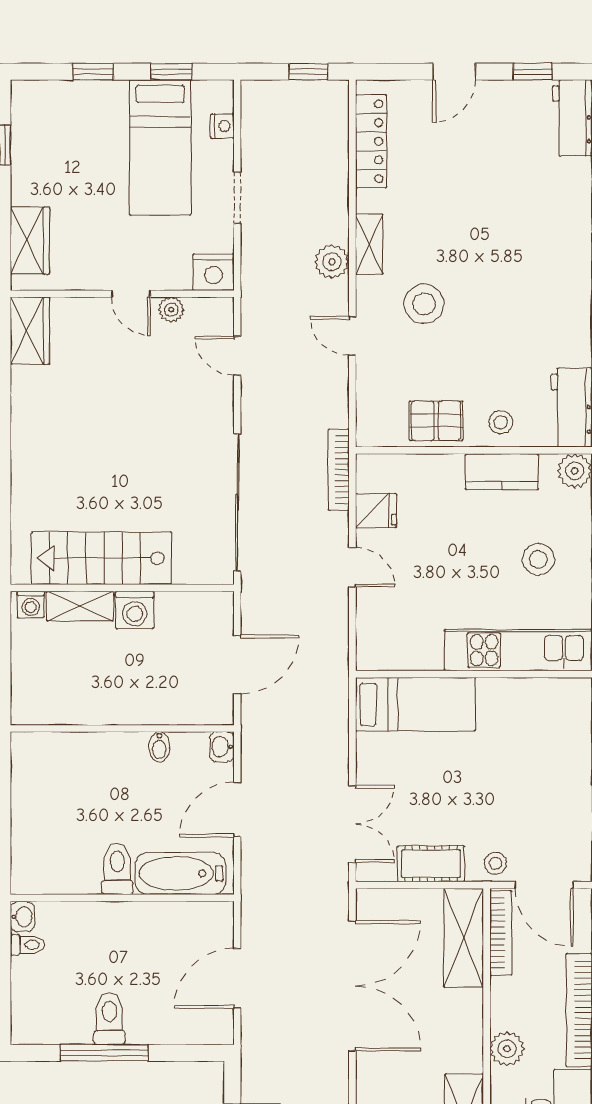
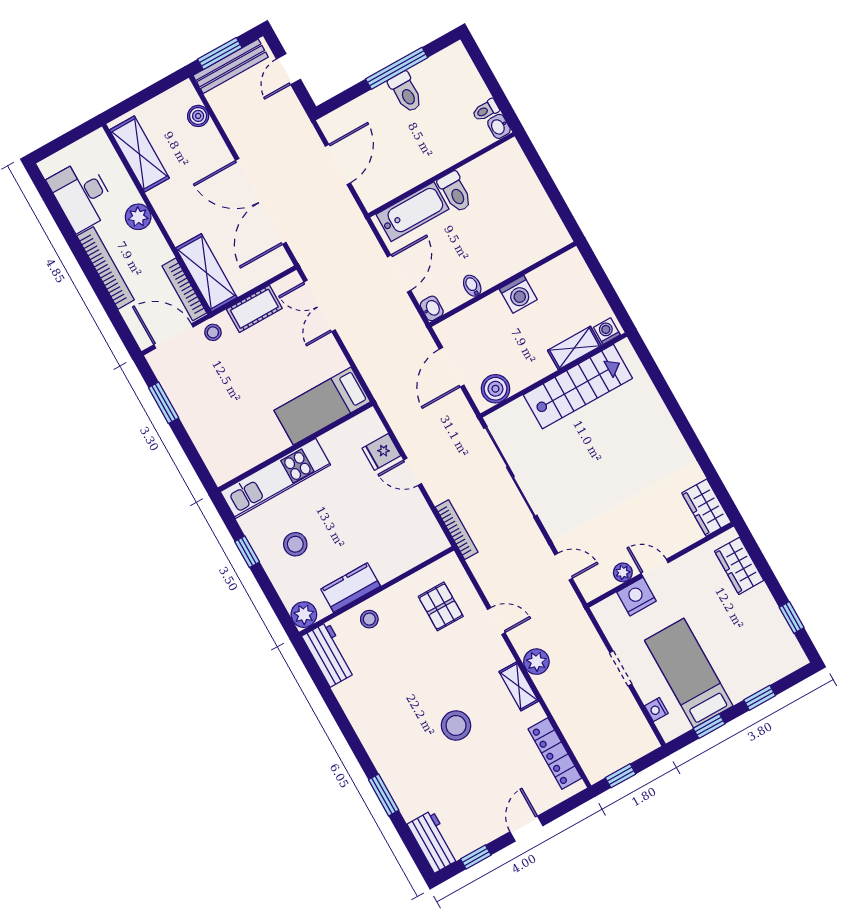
nightstand: (213, 272) -> (637, 597), moved
stool: (424, 304) -> (456, 725), moved
pallet: (436, 421) -> (441, 606), moved, turned 90
fridge: (376, 511) -> (381, 452), moved
washing machine: (135, 610) -> (518, 294), moved, turned 180
boiler: (200, 610) -> (495, 389), added

